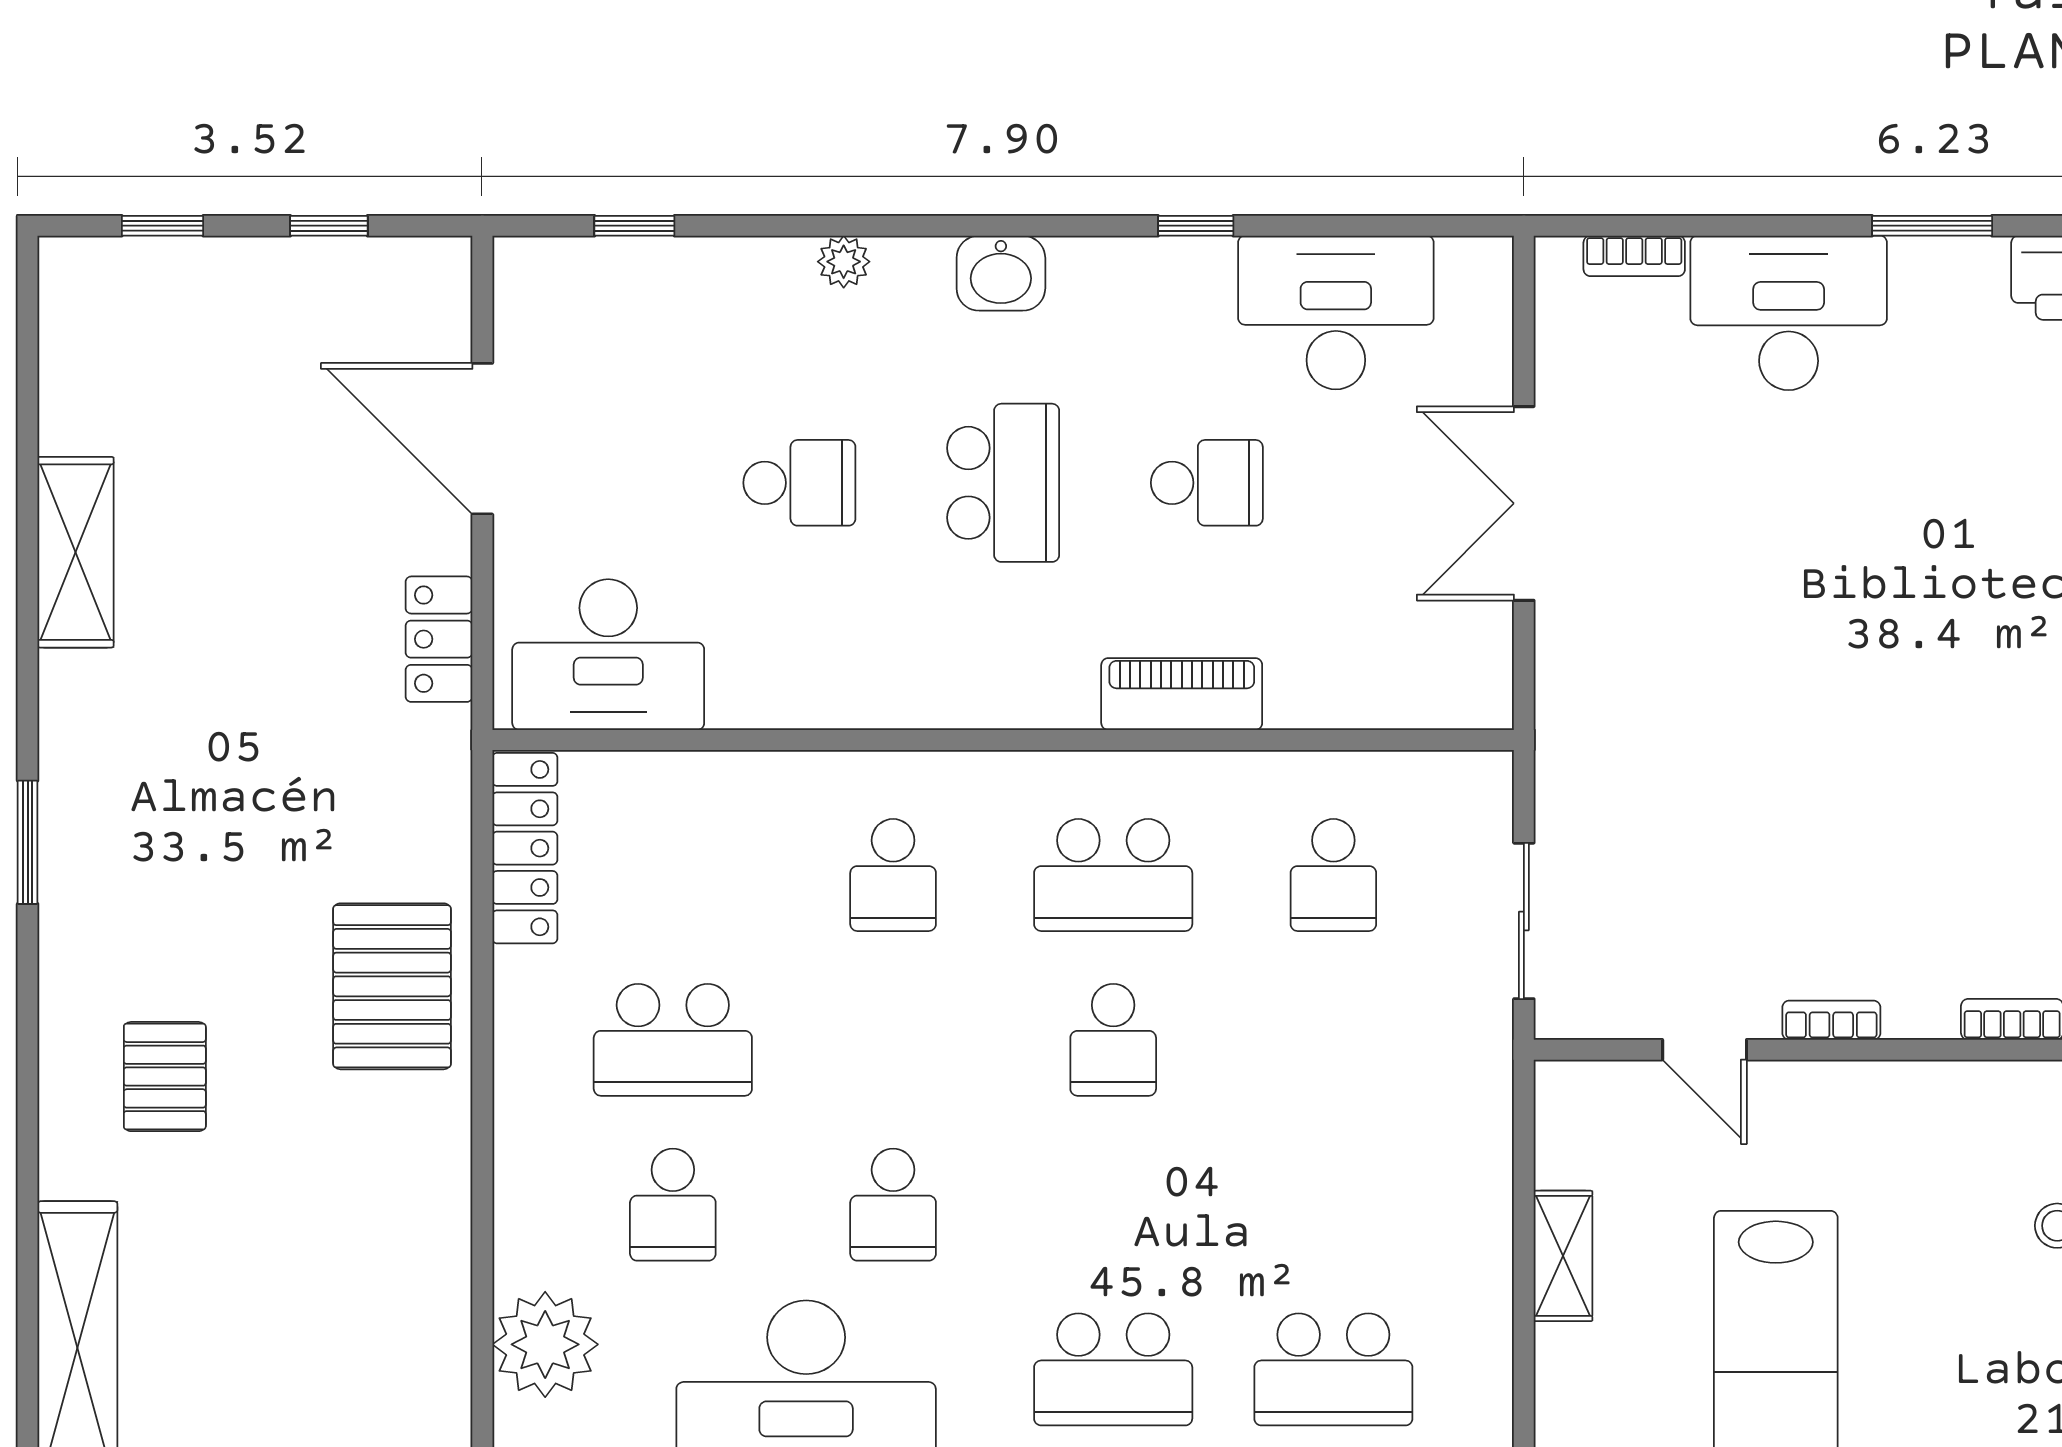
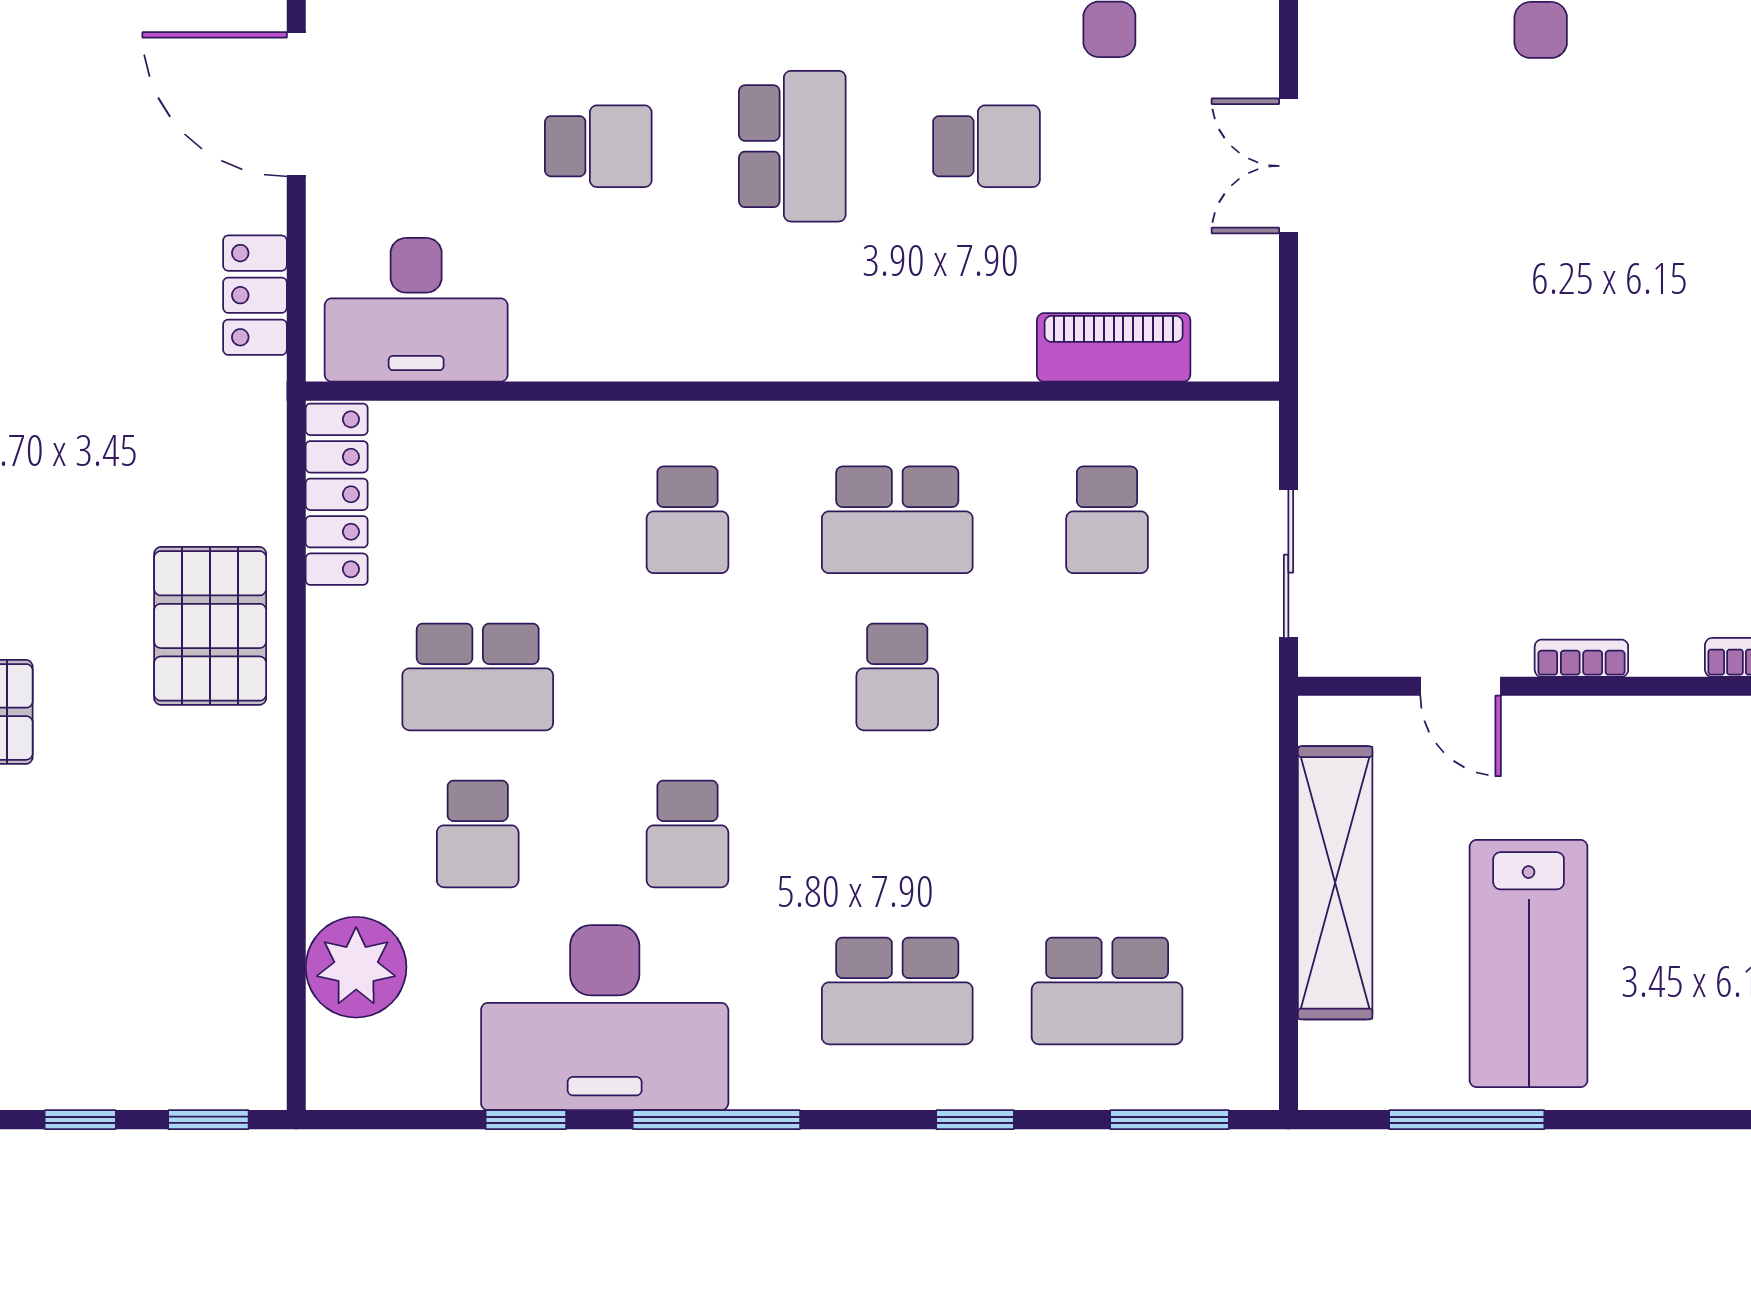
double door: (1524, 503) -> (1288, 166), width x0.73
piano: (1182, 694) -> (1114, 347), moved
shelving: (1563, 1256) -> (1335, 883), width x2.20, depth x1.33

